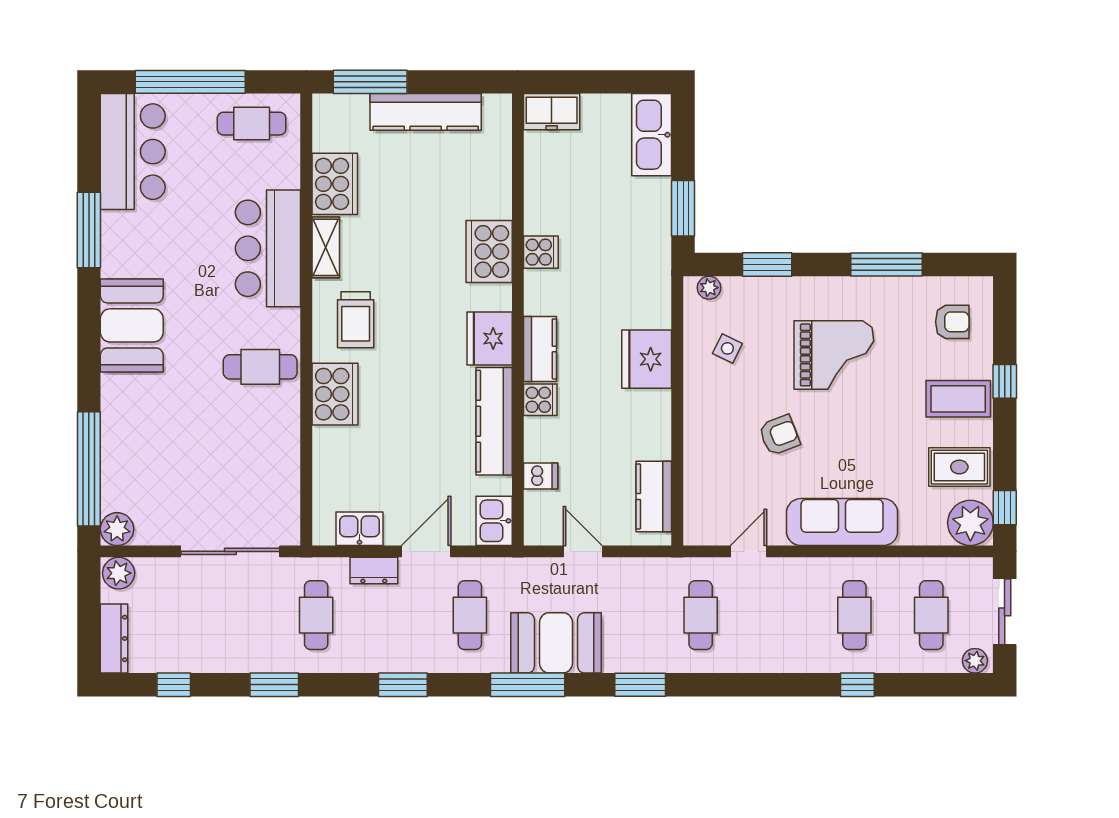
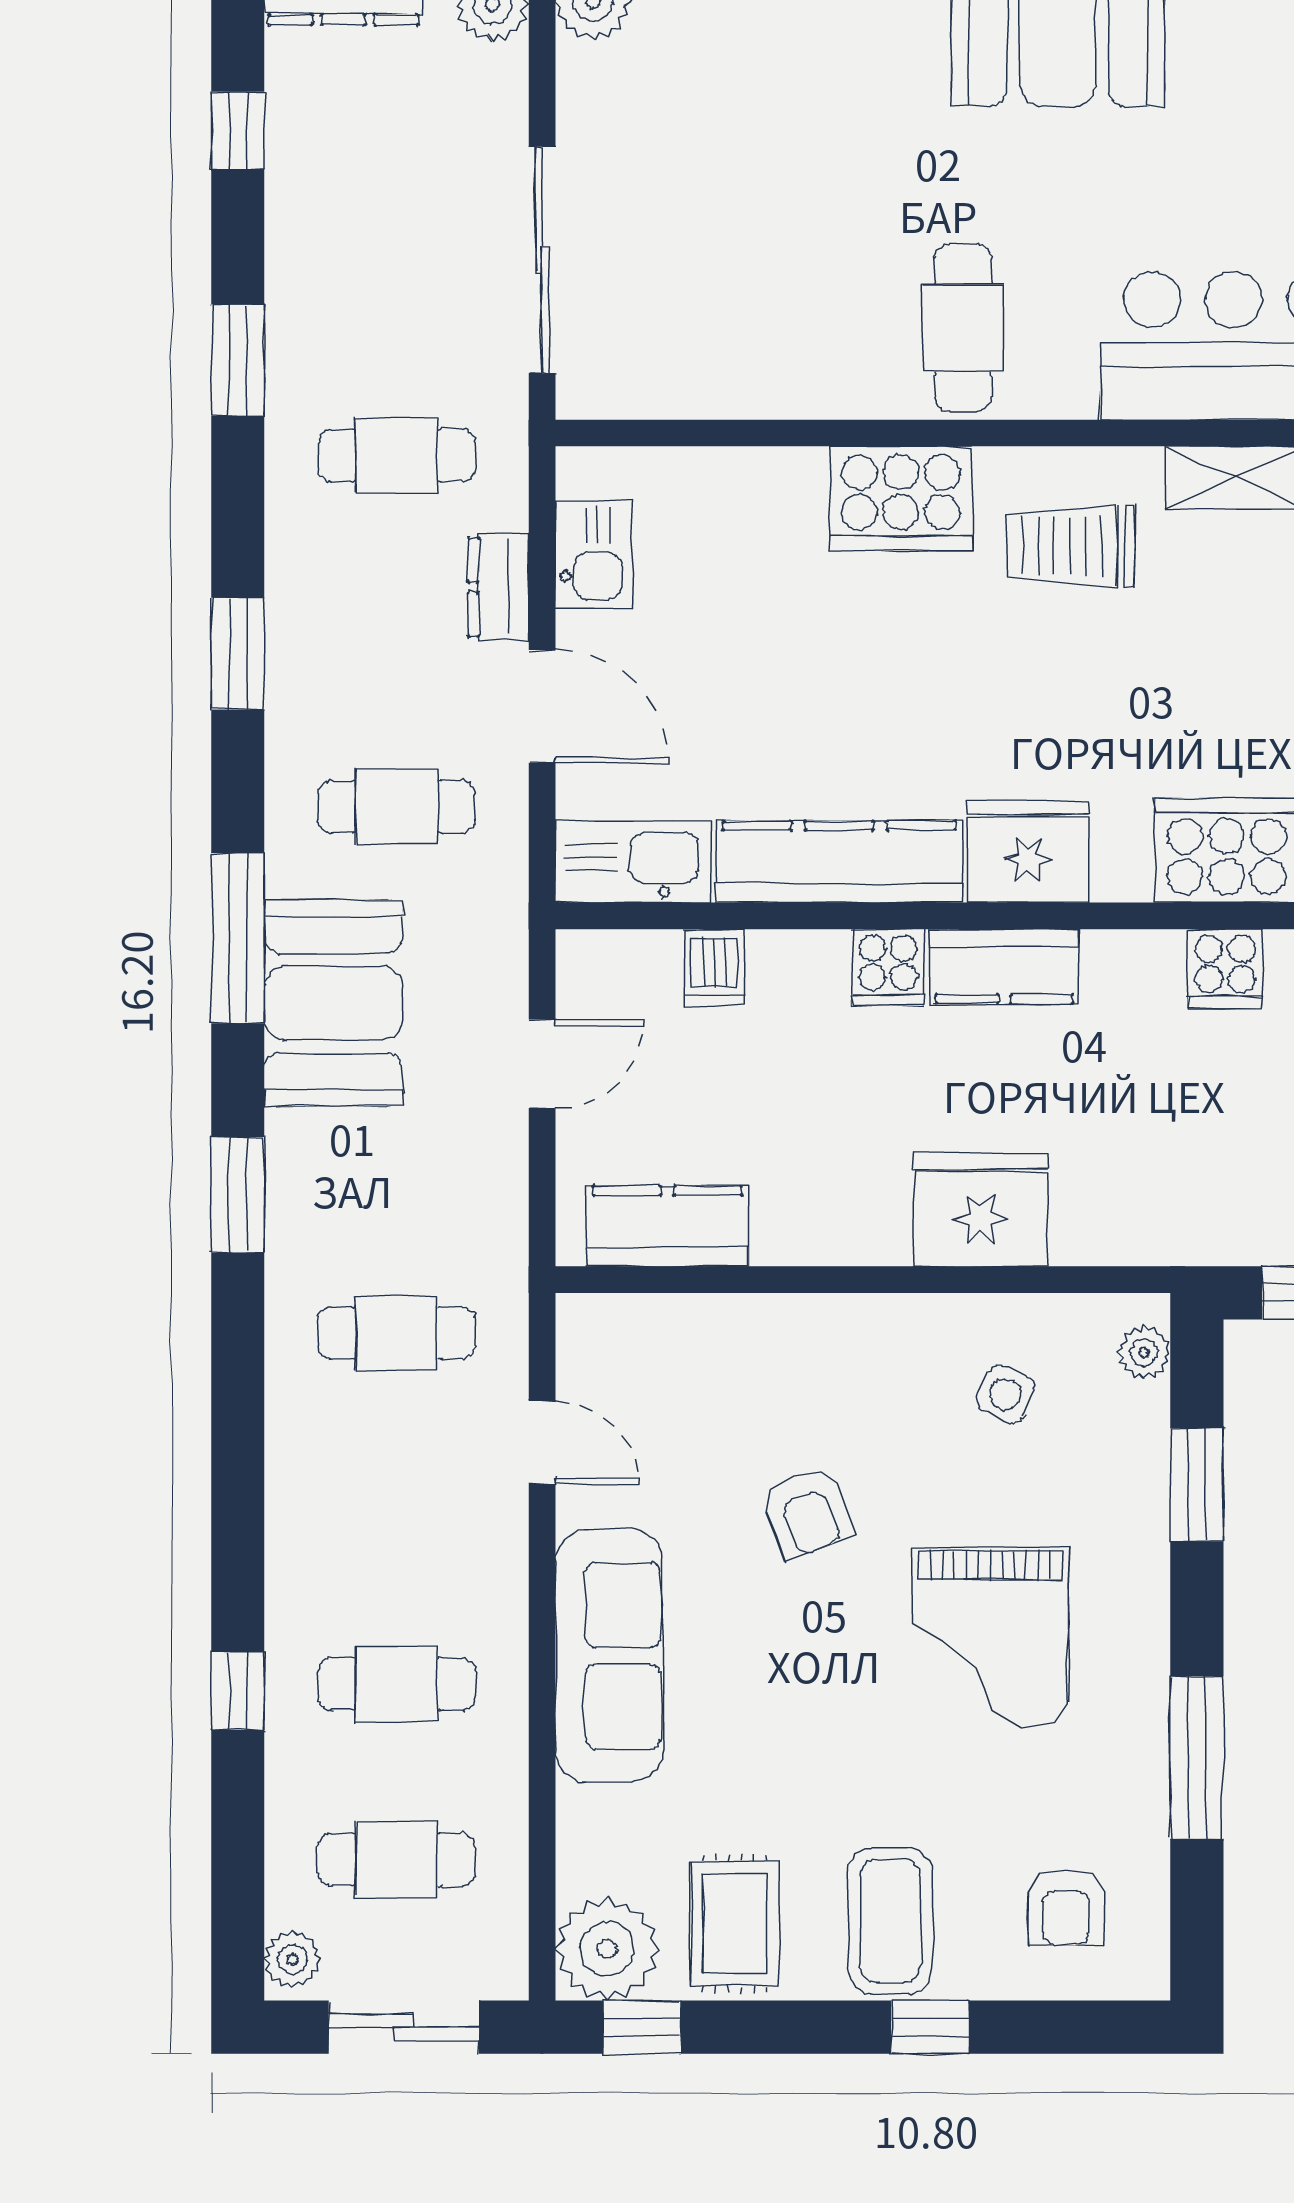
kitchen sink: (494, 521) -> (633, 862), width x1.38

